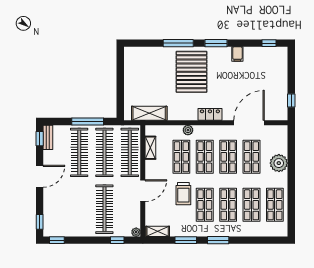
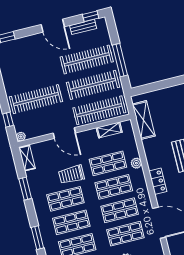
bench: (48, 137) -> (83, 27), moved
window: (218, 240) -> (37, 238), moved

